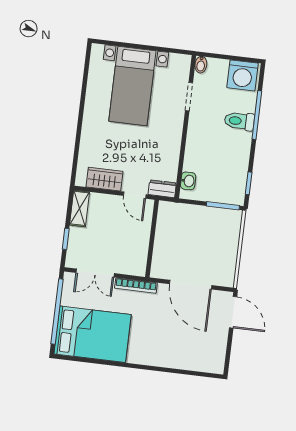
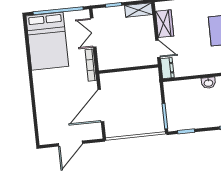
washbasin: (188, 181) -> (208, 83), moved
door: (135, 195) -> (158, 49), swing flipped
door: (233, 312) -> (70, 144), moved

